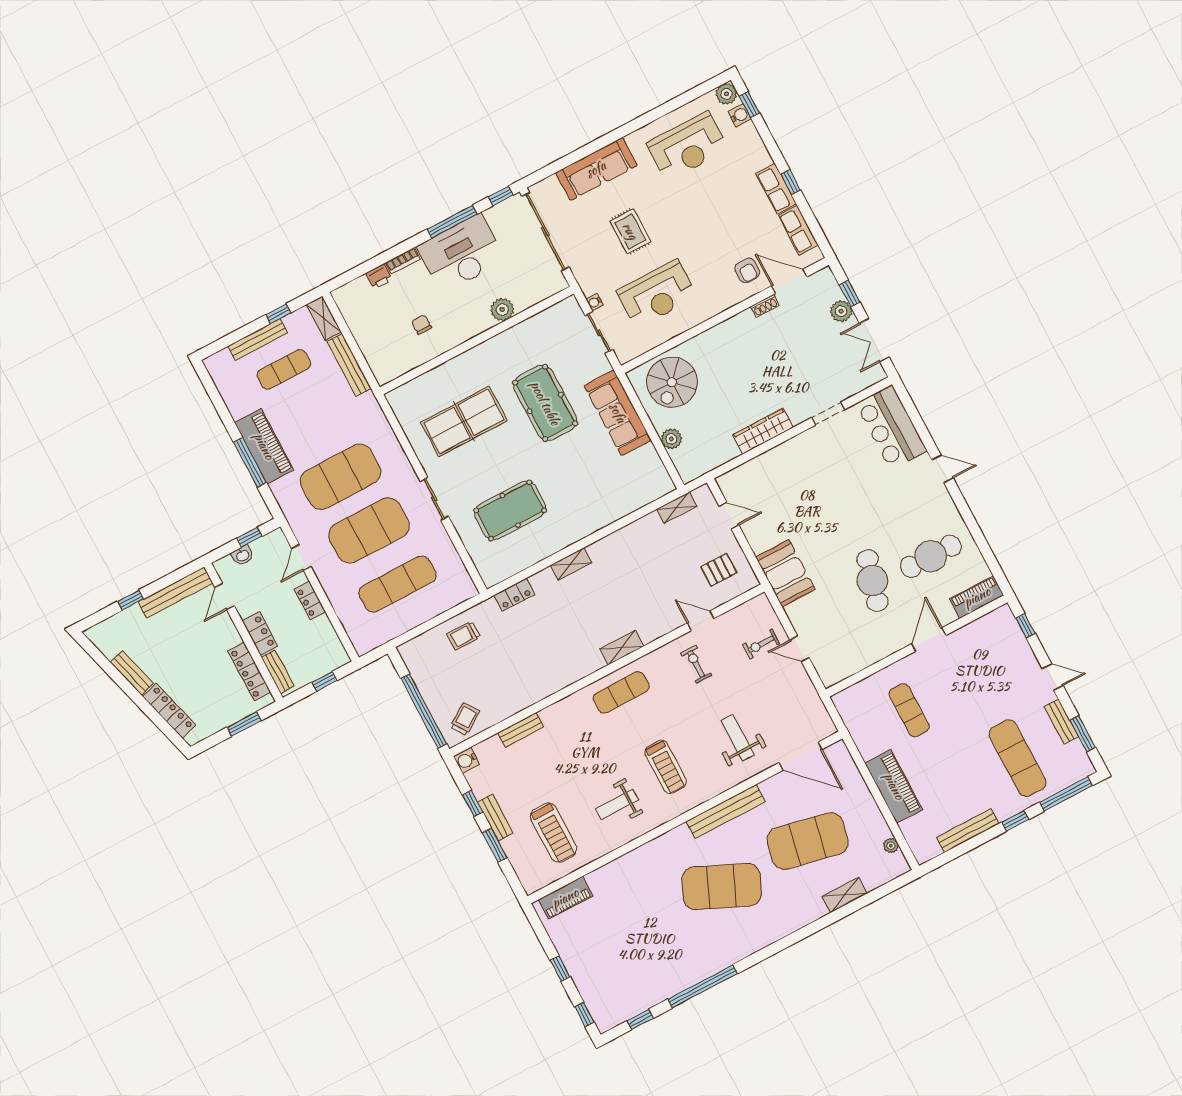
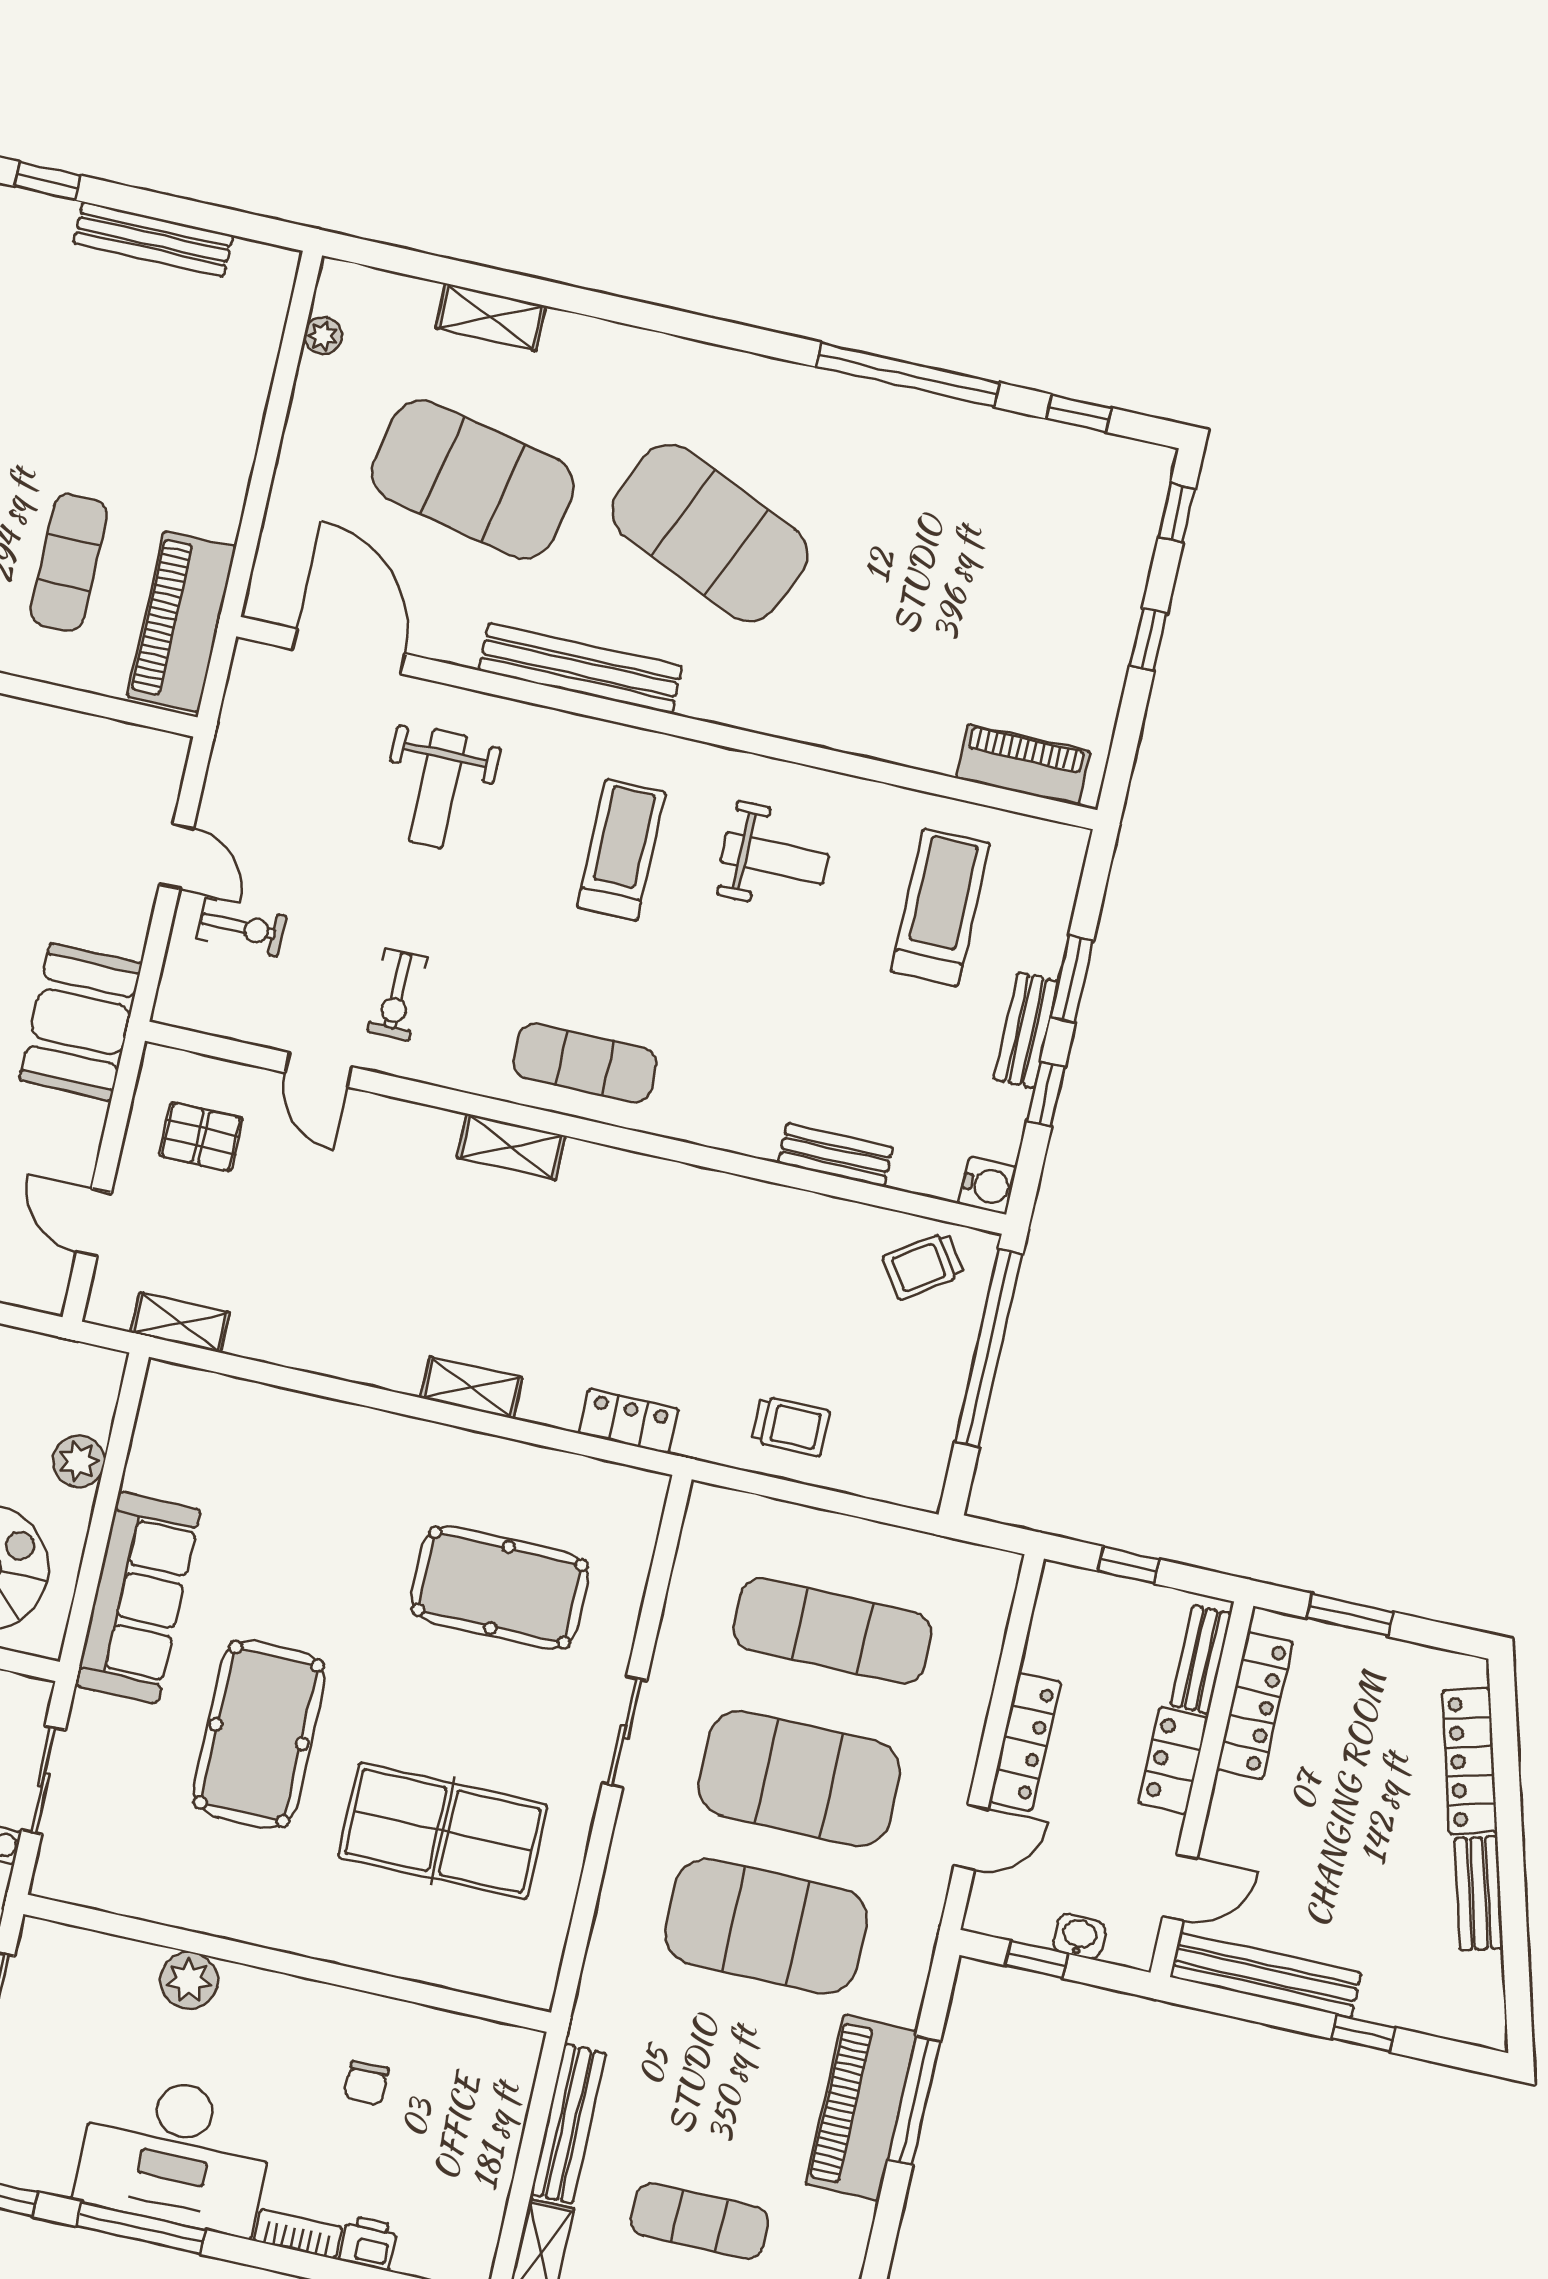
locker: (310, 601) -> (1025, 1742), width x1.53
piano: (894, 786) -> (182, 622), moved

